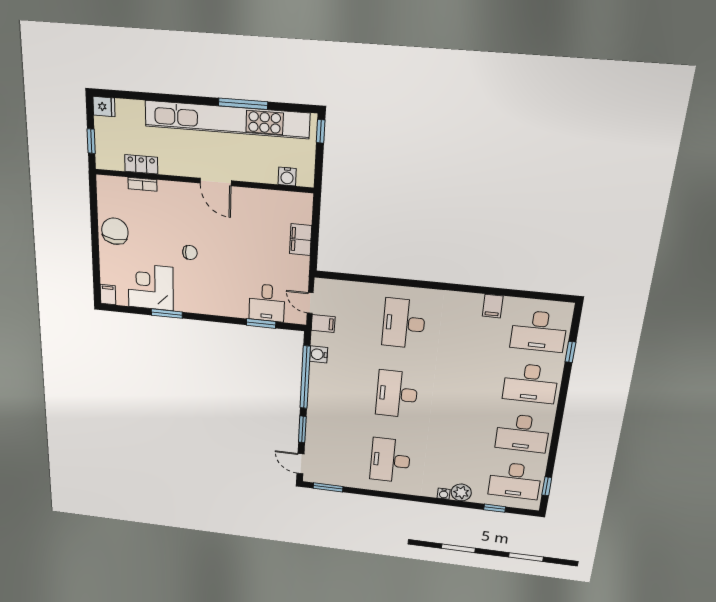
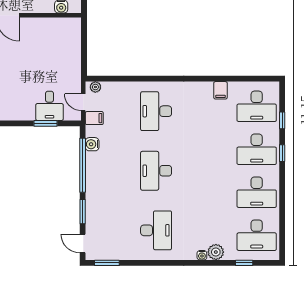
filing cabinet: (301, 240) -> (73, 53), removed
plant: (327, 286) -> (95, 87), added
desk: (390, 460) -> (156, 230), turned 180
window: (547, 486) -> (282, 153), moved

